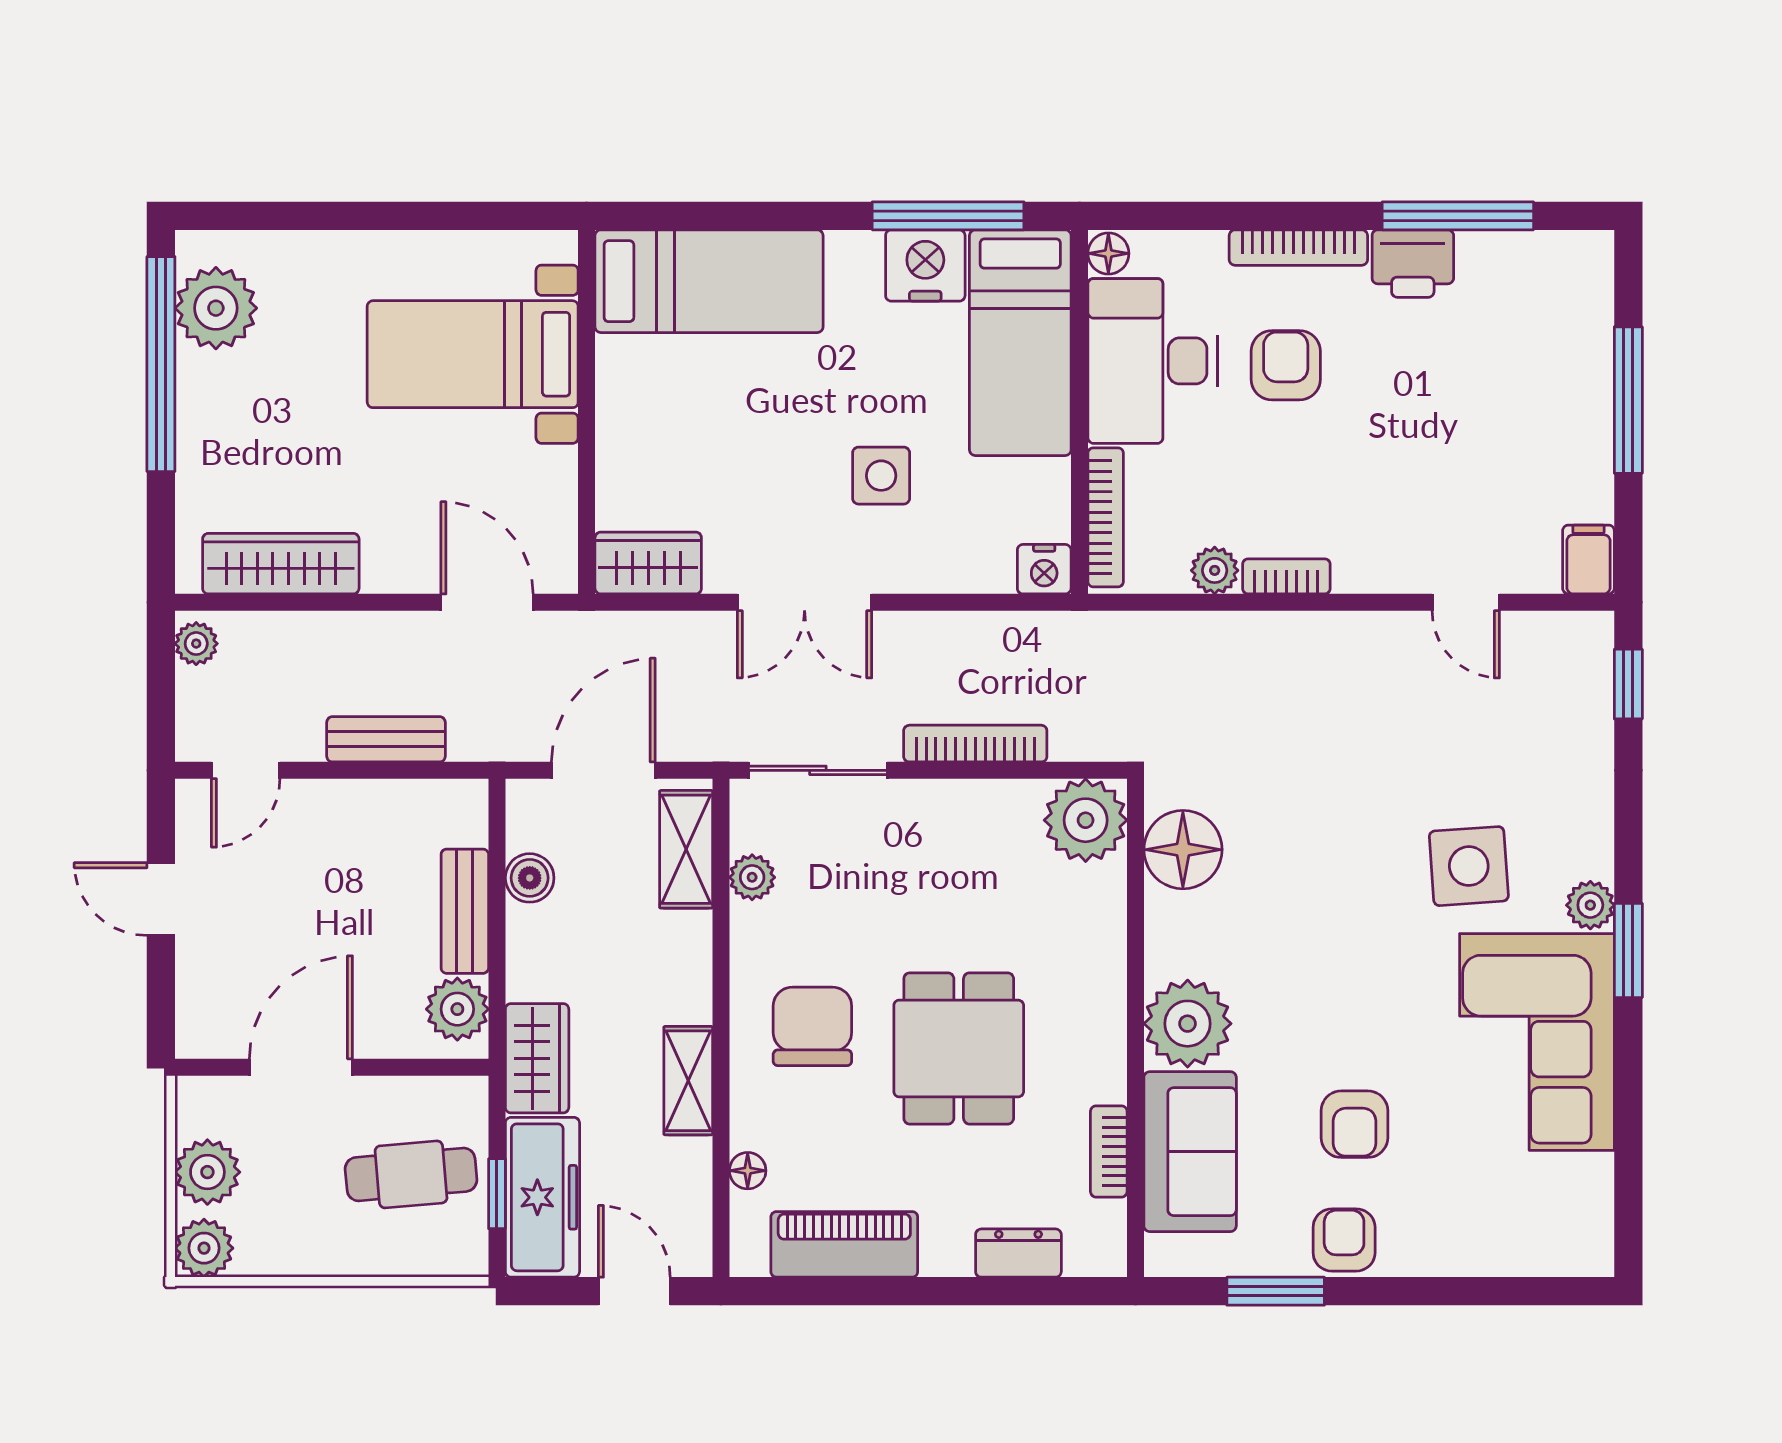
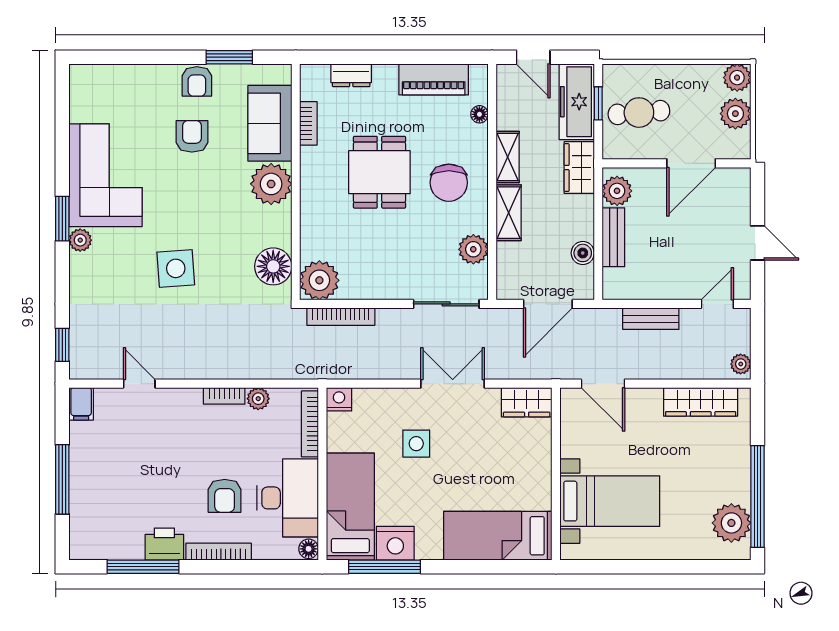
bookcase: (975, 744) -> (341, 317), moved
shelving: (686, 849) -> (509, 213), moved
side table: (1469, 866) -> (176, 268), moved
plant: (752, 877) -> (473, 249), width x1.38, depth x1.38

